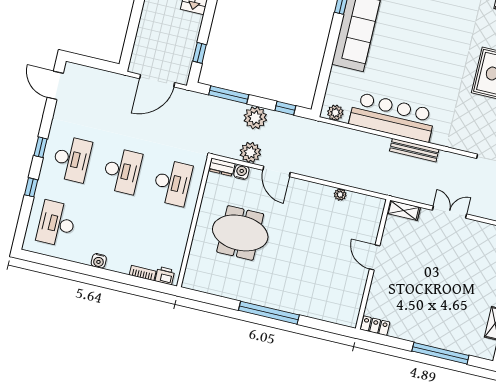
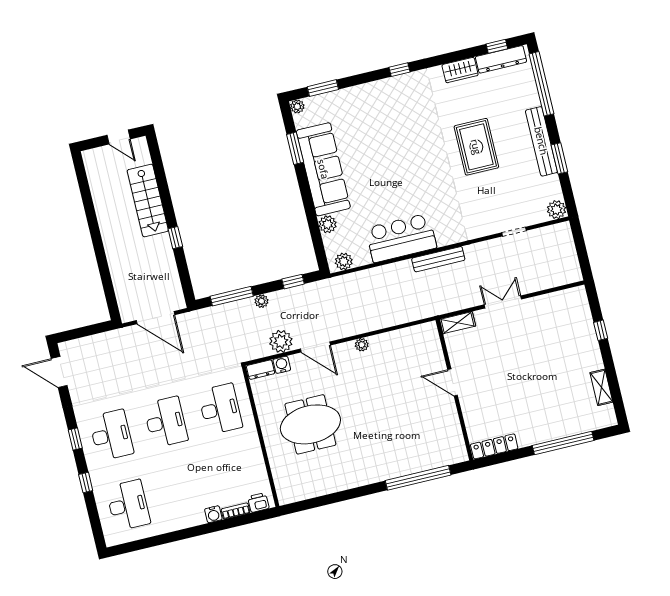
window: (200, 53) -> (175, 238), moved
plant: (337, 75) -> (328, 224), added
door: (157, 81) -> (155, 318), hinge flipped
bar counter: (392, 117) -> (401, 238), width x0.73
plant: (255, 118) -> (261, 301), width x0.53, depth x0.53
plant: (340, 195) -> (362, 345), moved
desk: (57, 224) -> (128, 505), turned 180
water cooler: (99, 261) -> (213, 514), moved
window: (269, 313) -> (418, 478), moved
locker: (375, 326) -> (494, 446), width x1.53

